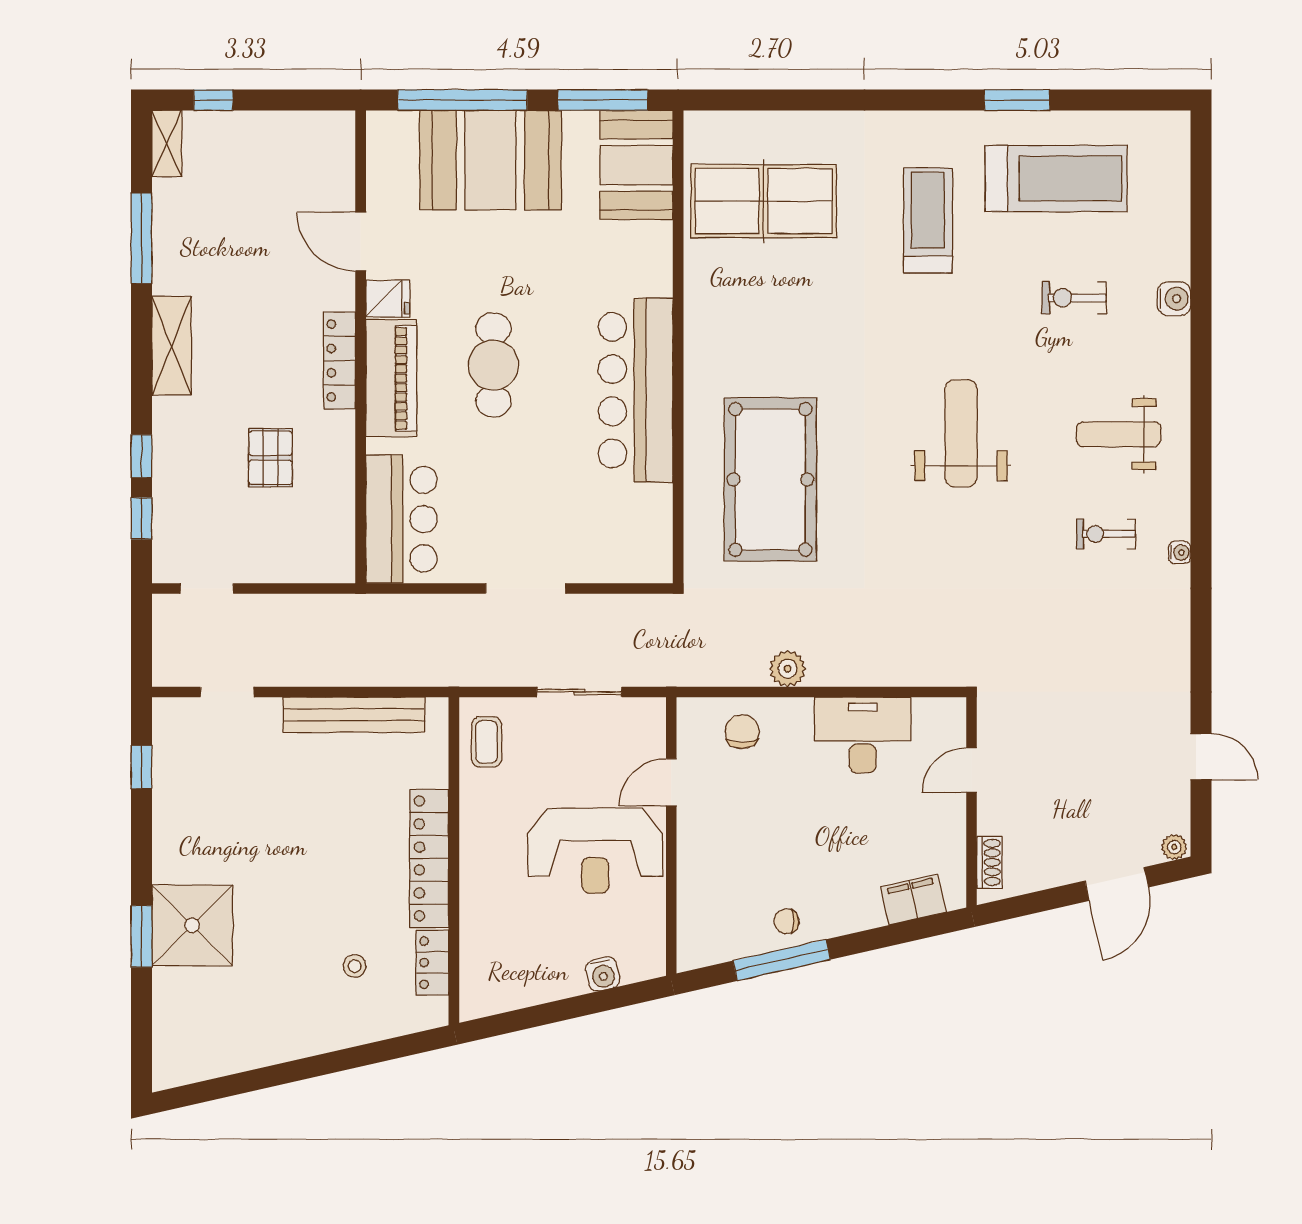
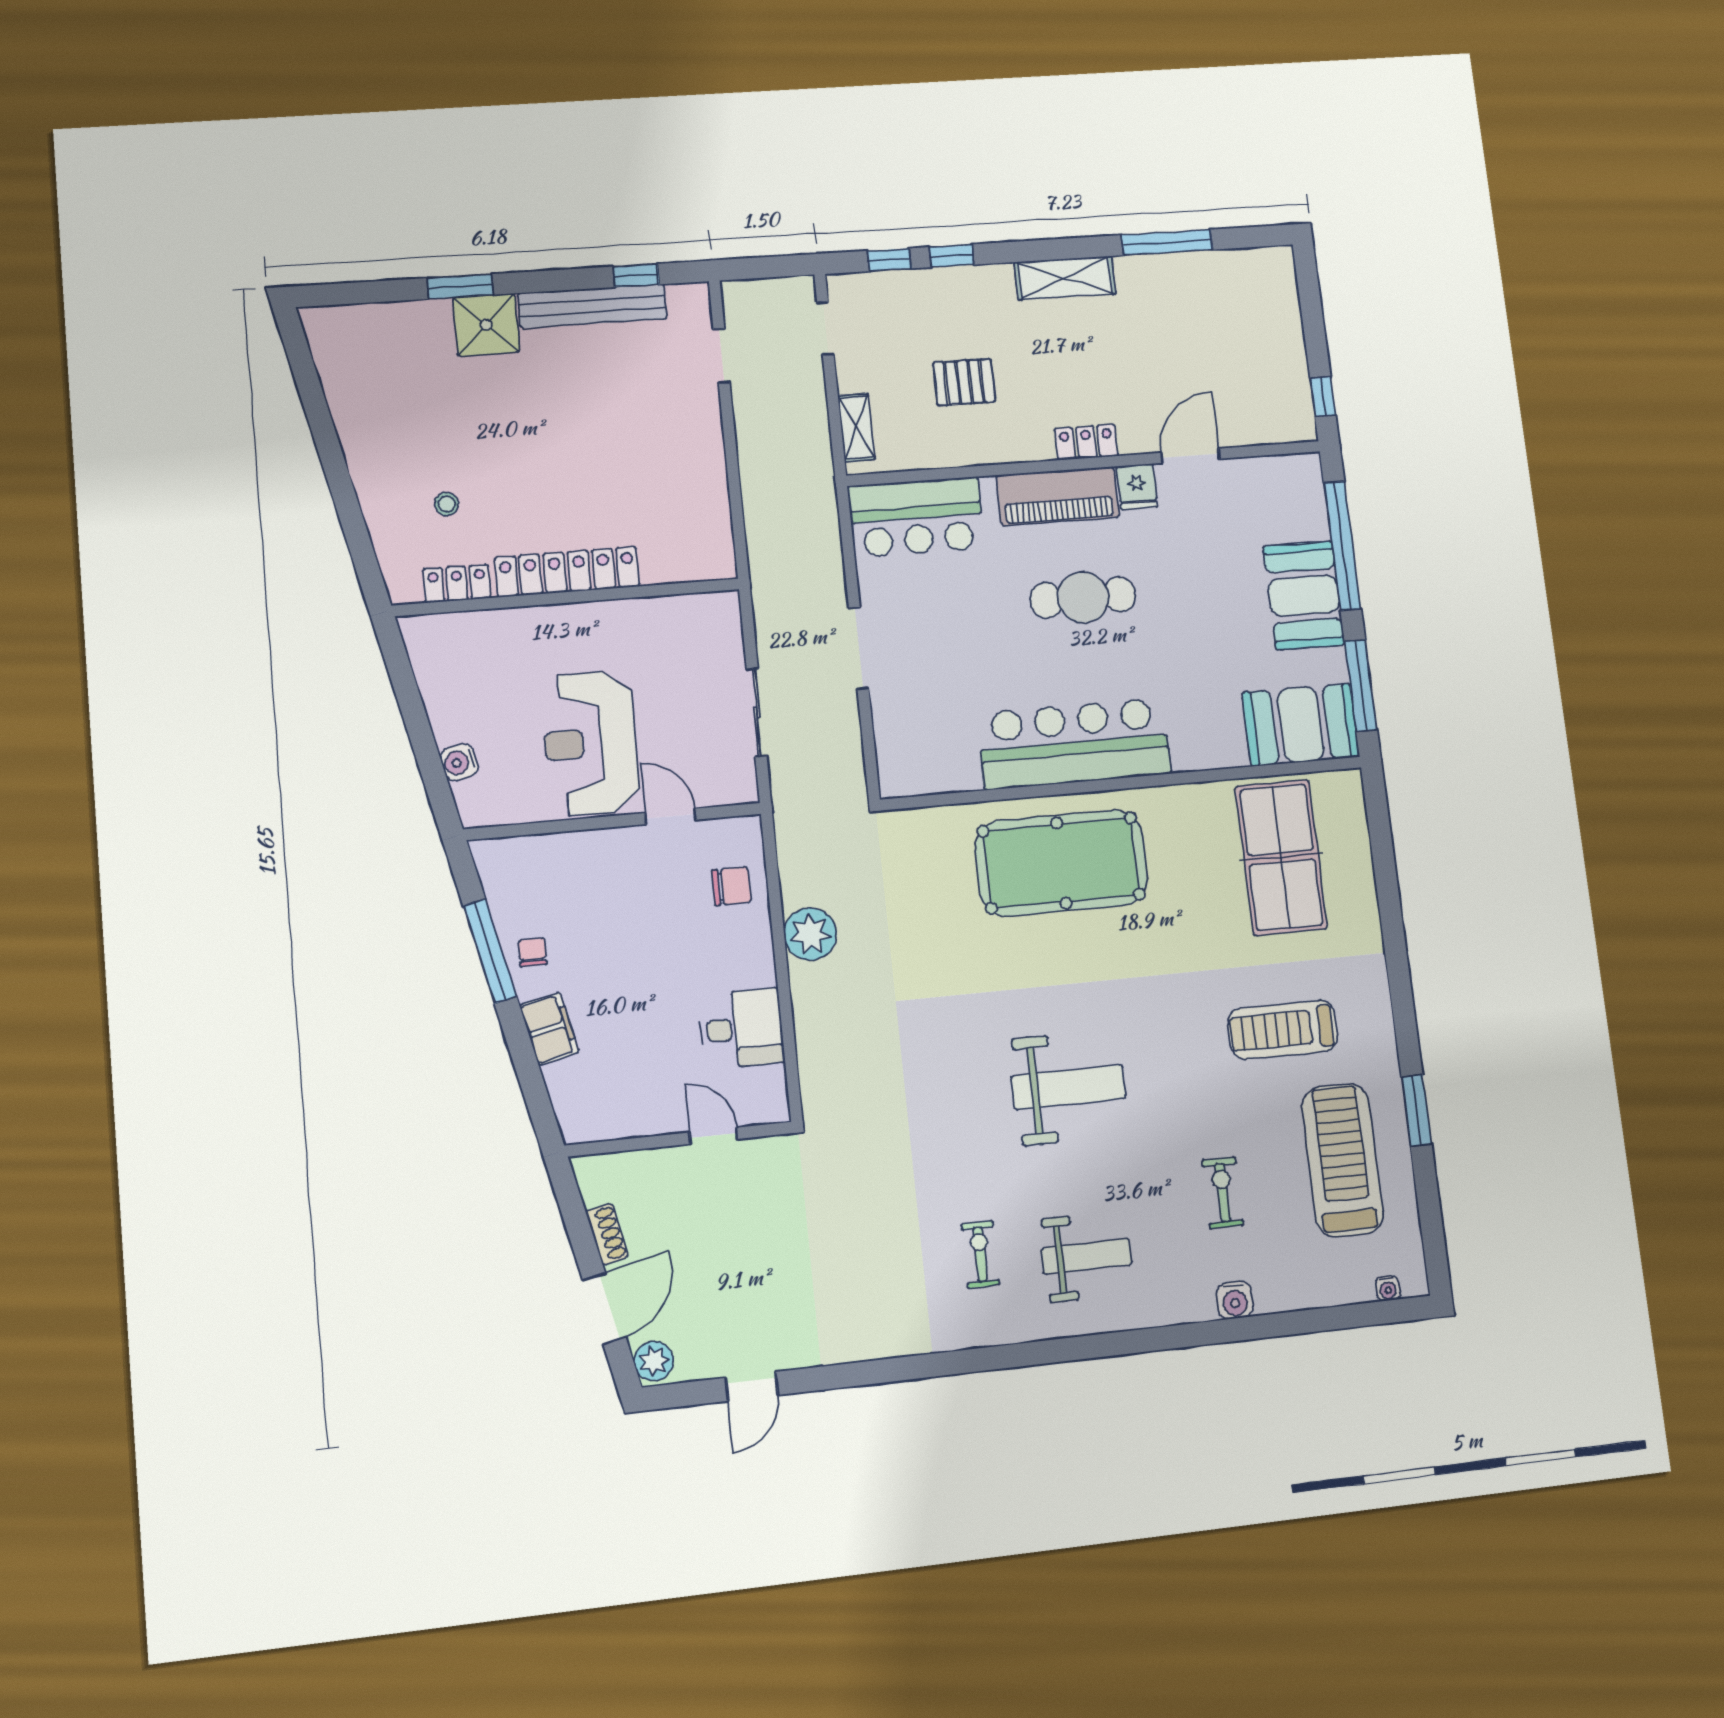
window: (213, 100) -> (1323, 396), moved
shelving: (167, 144) -> (856, 427), moved, turned 90
booth: (490, 160) -> (1304, 596), width x0.73, depth x0.70
treadmill: (1056, 178) -> (1343, 1160), turned 180
treadmill: (928, 221) -> (1283, 1030), turned 180
locker: (339, 361) -> (1086, 442), width x0.66
weight bench: (1119, 434) -> (1087, 1256), turned 90
pool table: (770, 479) -> (1061, 863), moved
water cooler: (1180, 553) -> (1388, 1288), moved
plant: (788, 669) -> (810, 934), width x1.36, depth x1.36
bench: (354, 715) -> (593, 306), moved, turned 90
desk: (863, 735) -> (741, 1029), width x0.73
coffee table: (486, 742) -> (695, 621), removed
plant: (1174, 847) -> (654, 1361), width x1.38, depth x1.38
shoe rack: (989, 862) -> (607, 1234), moved, turned -103
door: (1117, 884) -> (604, 1309), swing flipped
filing cabinet: (913, 899) -> (549, 1029), moved
shower: (192, 925) -> (486, 325), width x0.73, depth x0.73

